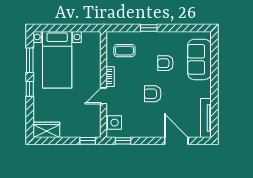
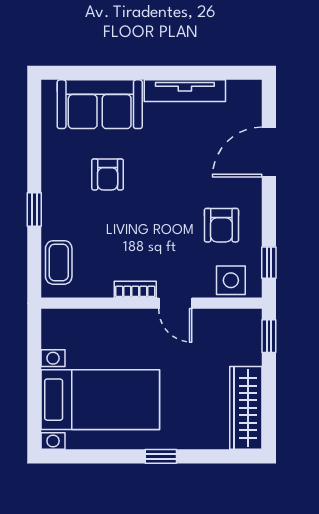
coffee table: (124, 51) -> (59, 262), moved
window: (30, 60) -> (101, 456), removed
armchair: (153, 94) -> (221, 225), moved
tv unit: (206, 118) -> (185, 91), moved
wardrobe: (46, 130) -> (246, 408), width x1.50

